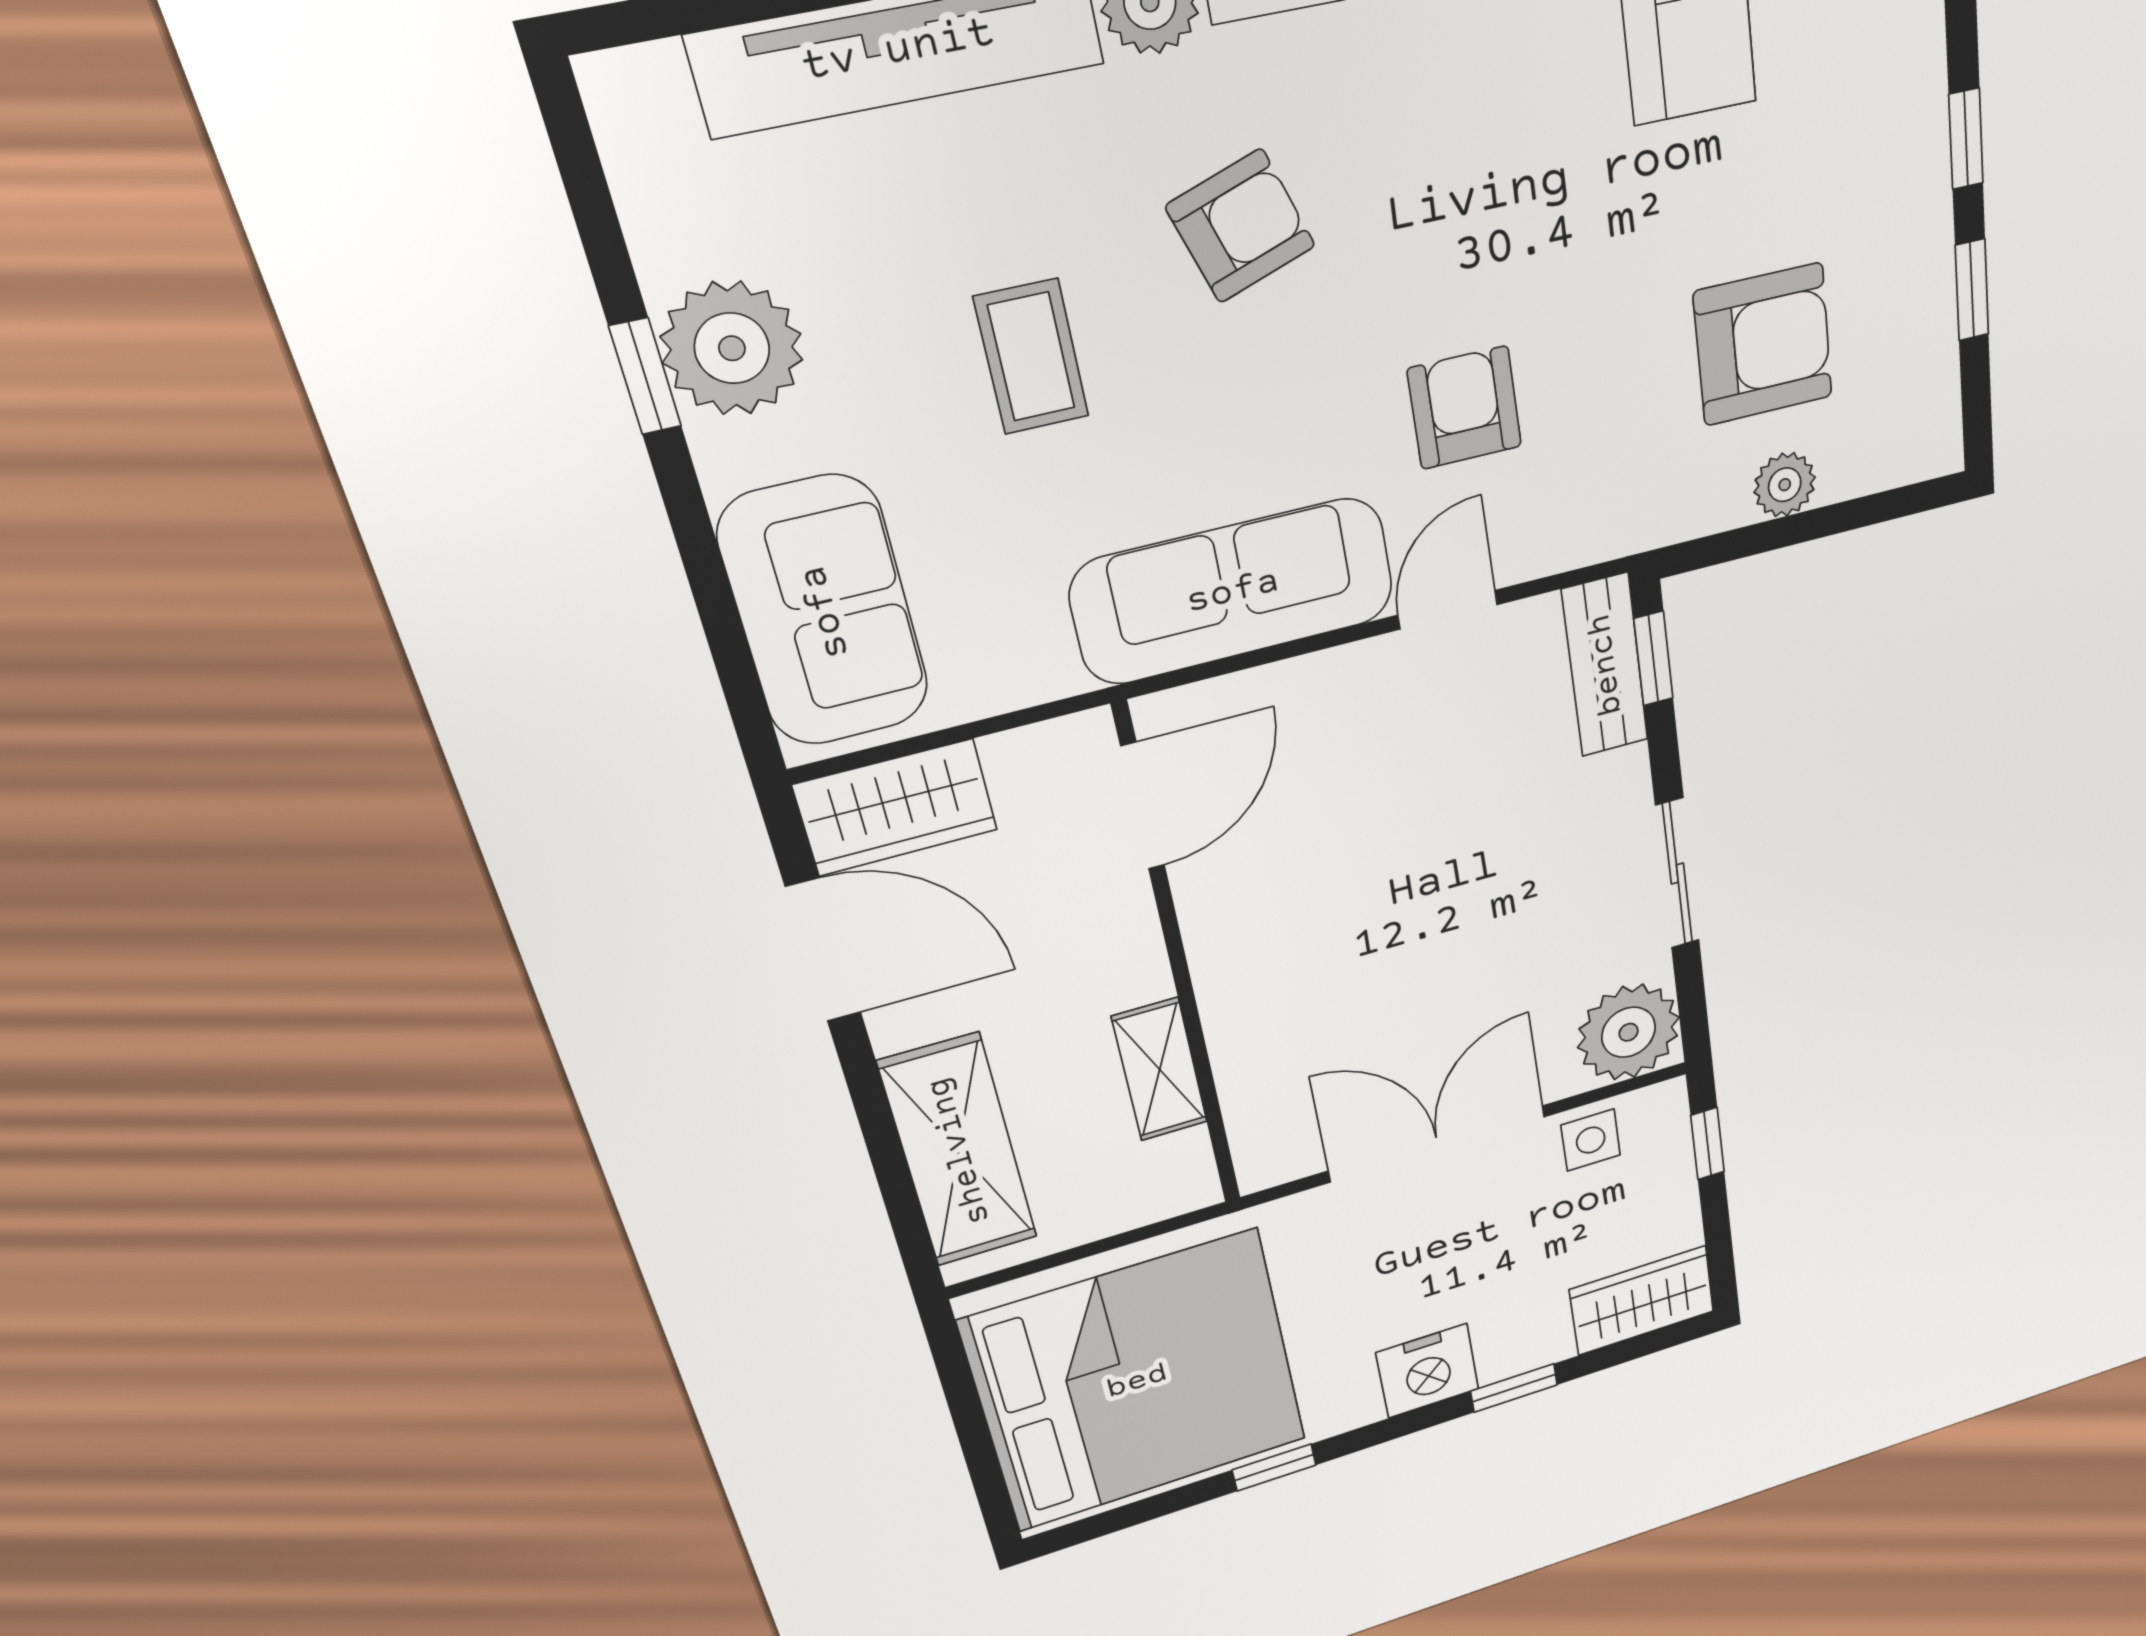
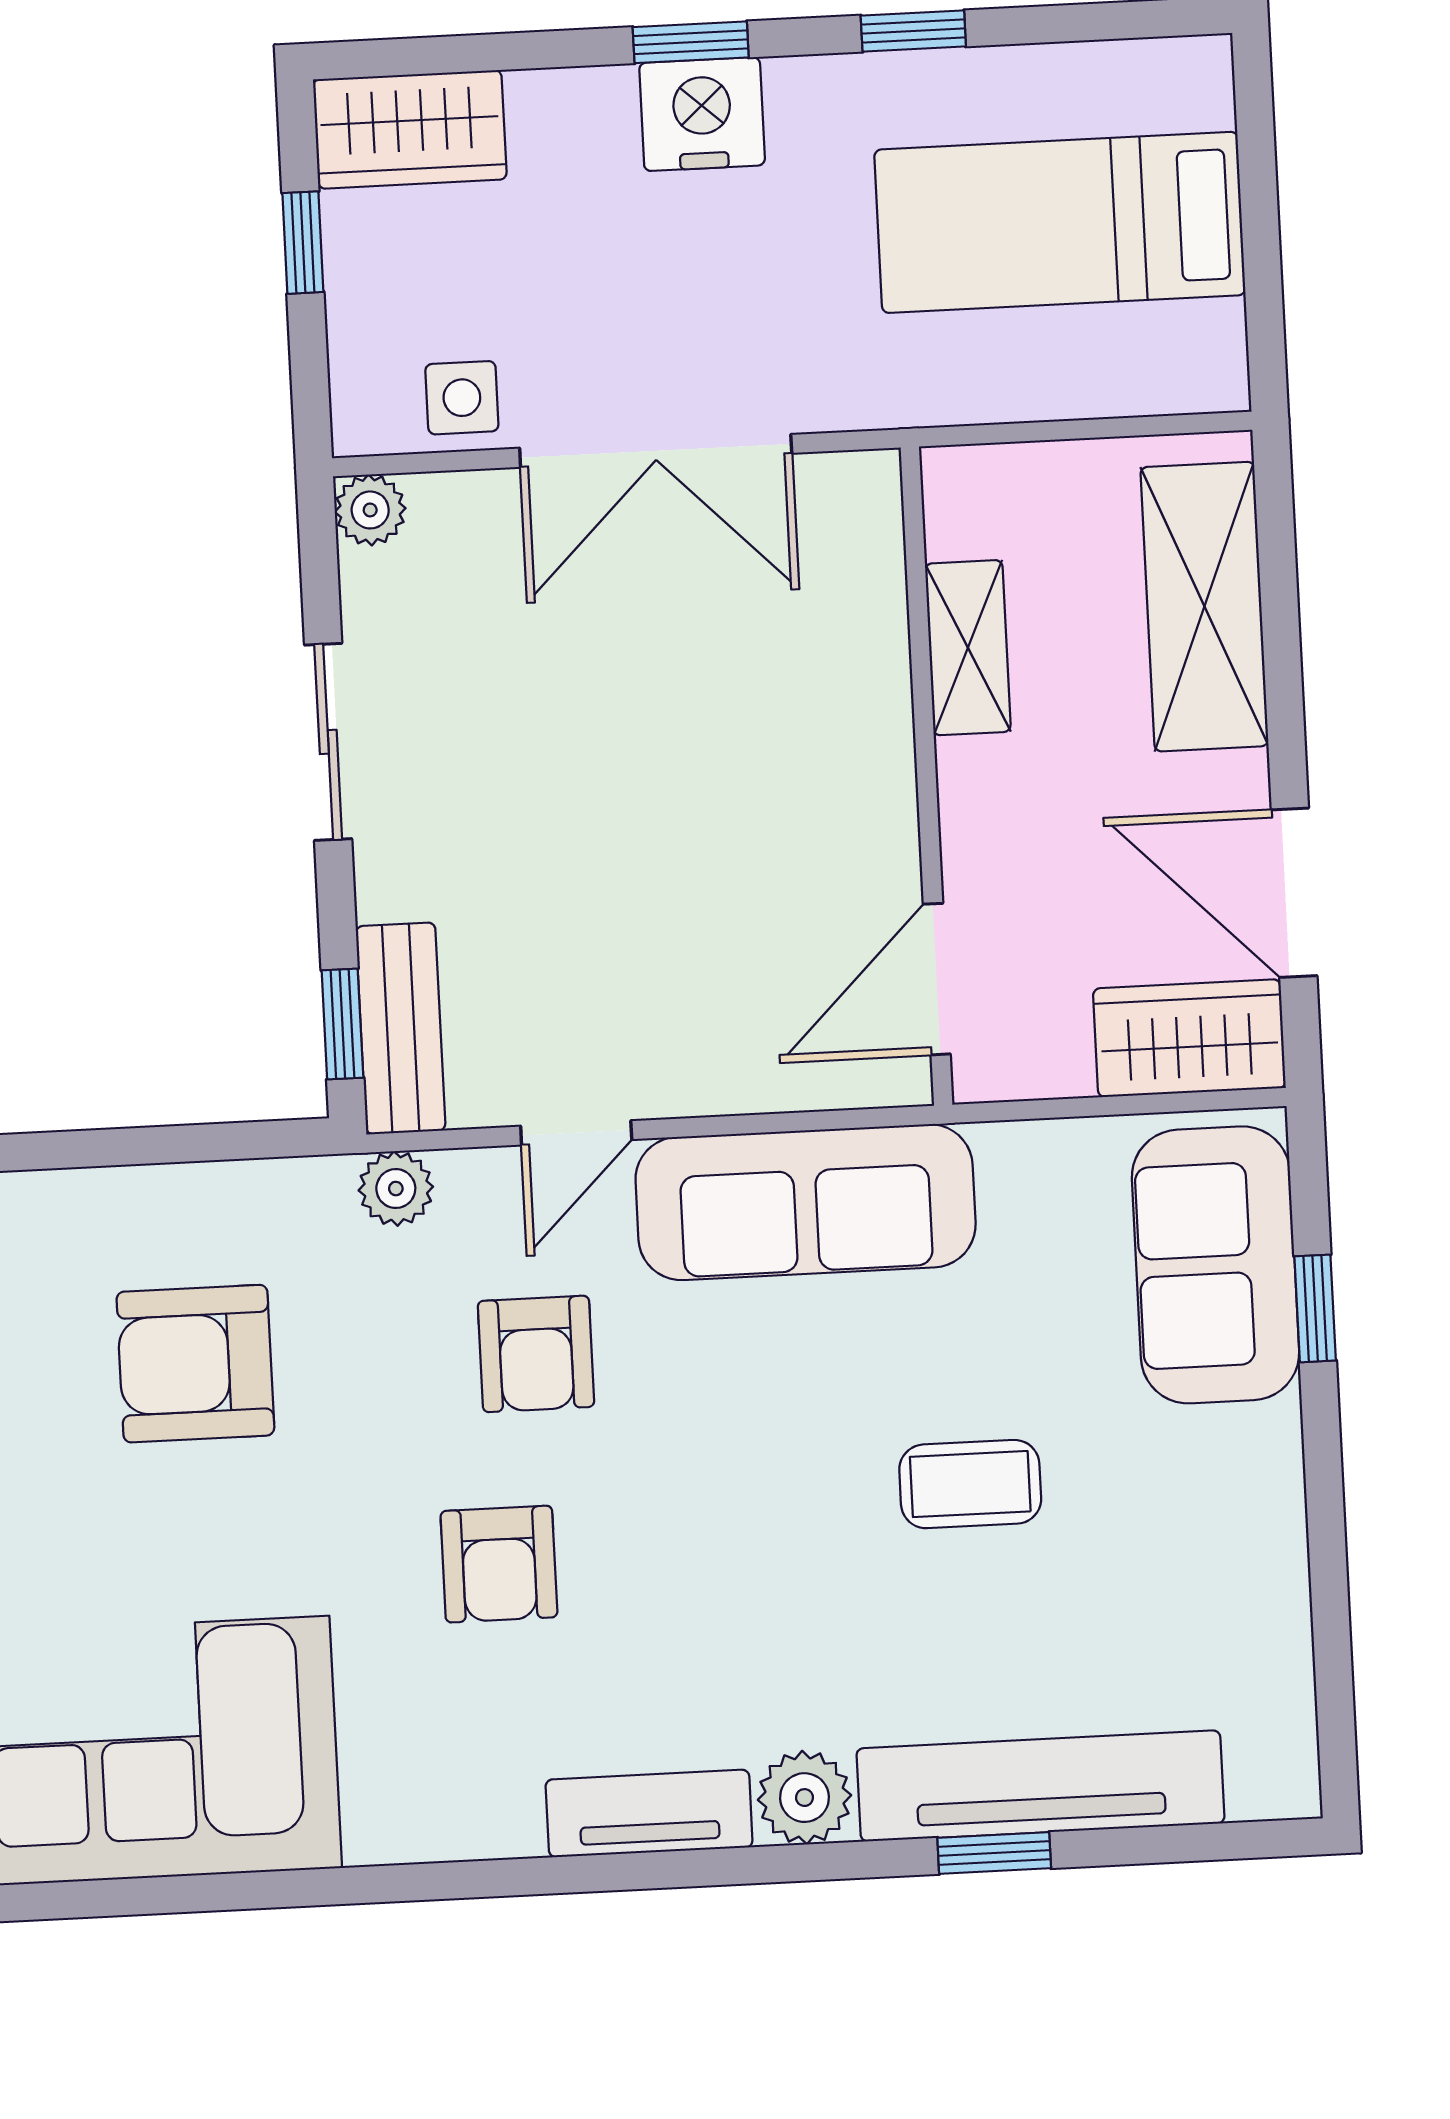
armchair: (1241, 226) -> (499, 1564), moved, turned -71
plant: (732, 348) -> (1244, 1540), removed
coffee table: (1031, 357) -> (970, 1484), turned 90
window: (645, 376) -> (1315, 1308), moved
plant: (1785, 485) -> (396, 1189), moved
plant: (1629, 1032) -> (370, 510), width x0.53, depth x0.53
window: (1708, 1144) -> (303, 243), moved
bed: (1137, 1381) -> (1060, 222), width x0.49
window: (1514, 1388) -> (691, 42), moved

